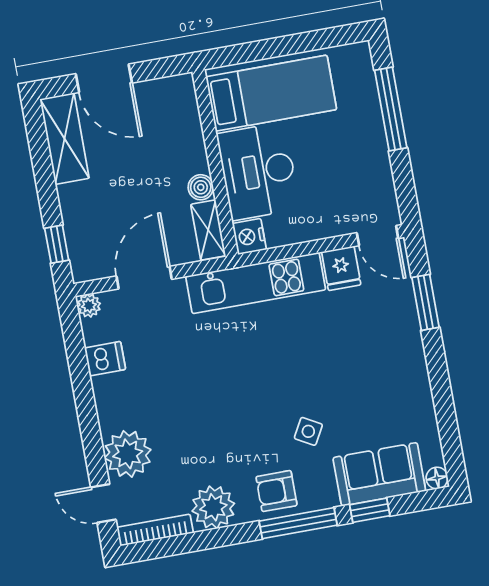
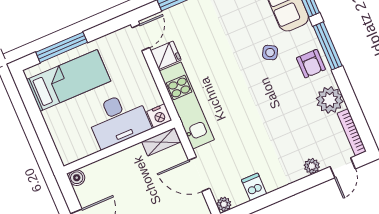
bed: (271, 93) -> (69, 80), moved, turned 90
boiler: (201, 187) -> (77, 178), moved
plant: (128, 454) -> (312, 166), width x0.53, depth x0.53

